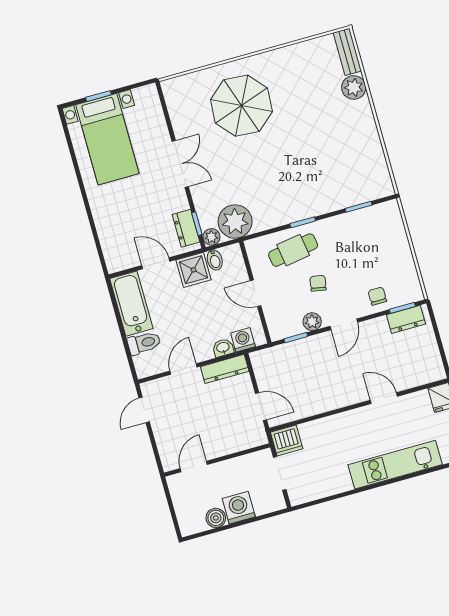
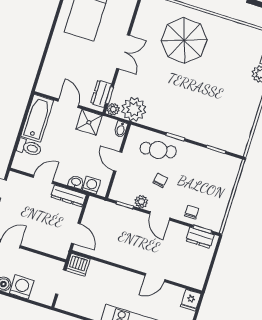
bidet: (215, 260) -> (121, 129), moved
door: (344, 324) -> (160, 216), hinge flipped
door: (384, 398) -> (155, 278), swing flipped

